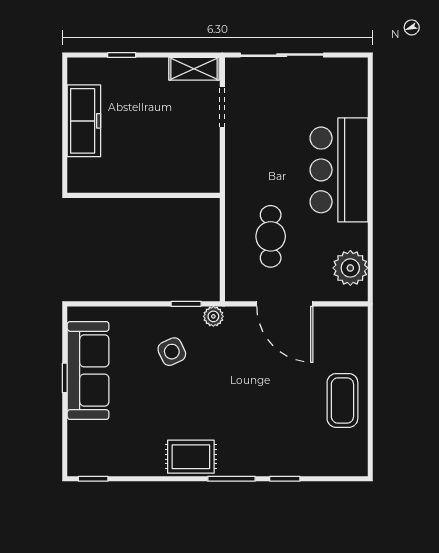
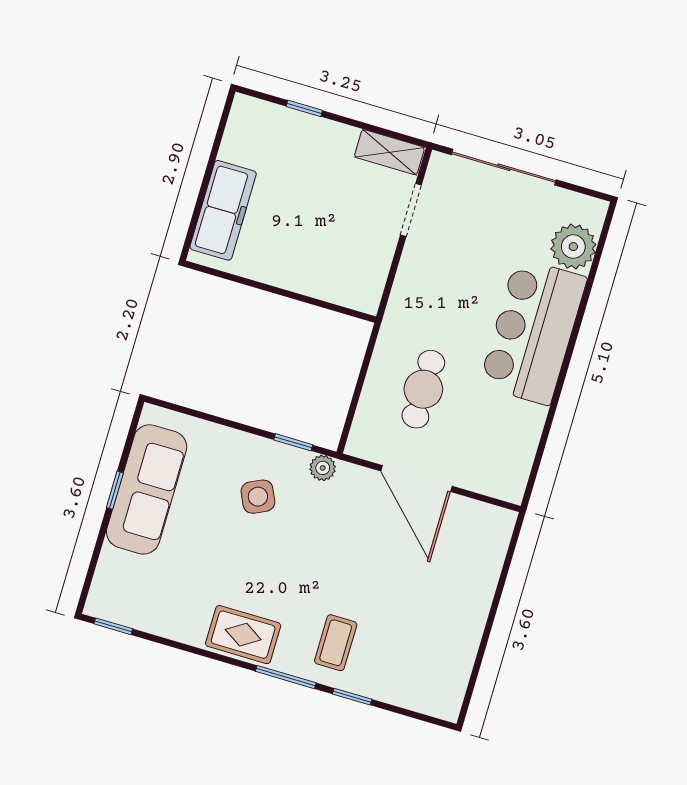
freezer: (84, 121) -> (223, 210), moved
plant: (350, 268) -> (573, 247), moved
coffee table: (342, 400) -> (336, 643), moved, width x0.73, depth x0.77

